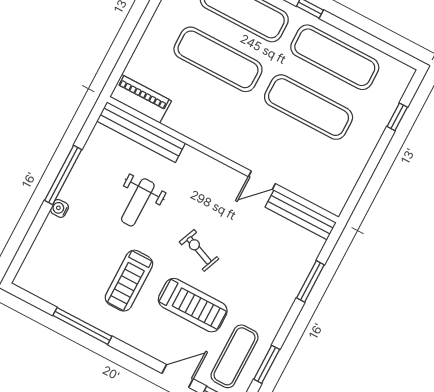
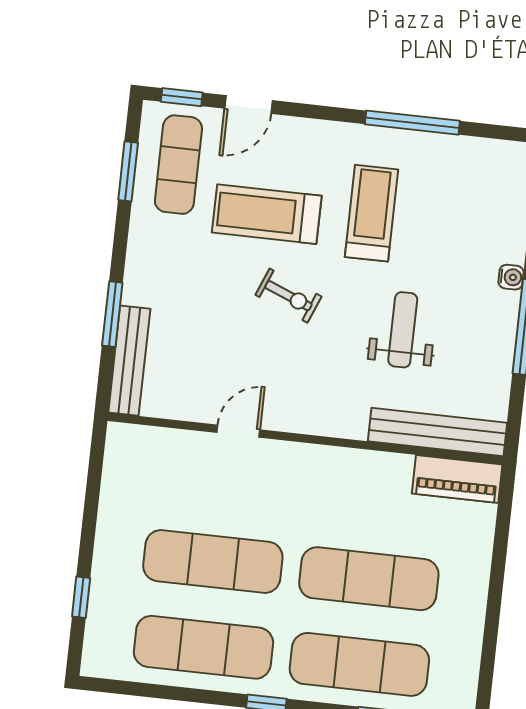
bench: (301, 215) -> (129, 361), moved, turned 90

